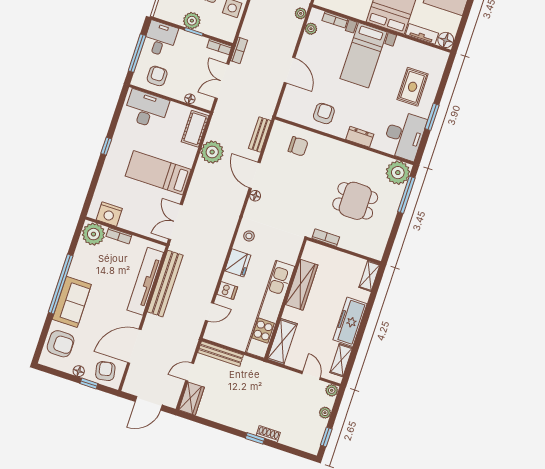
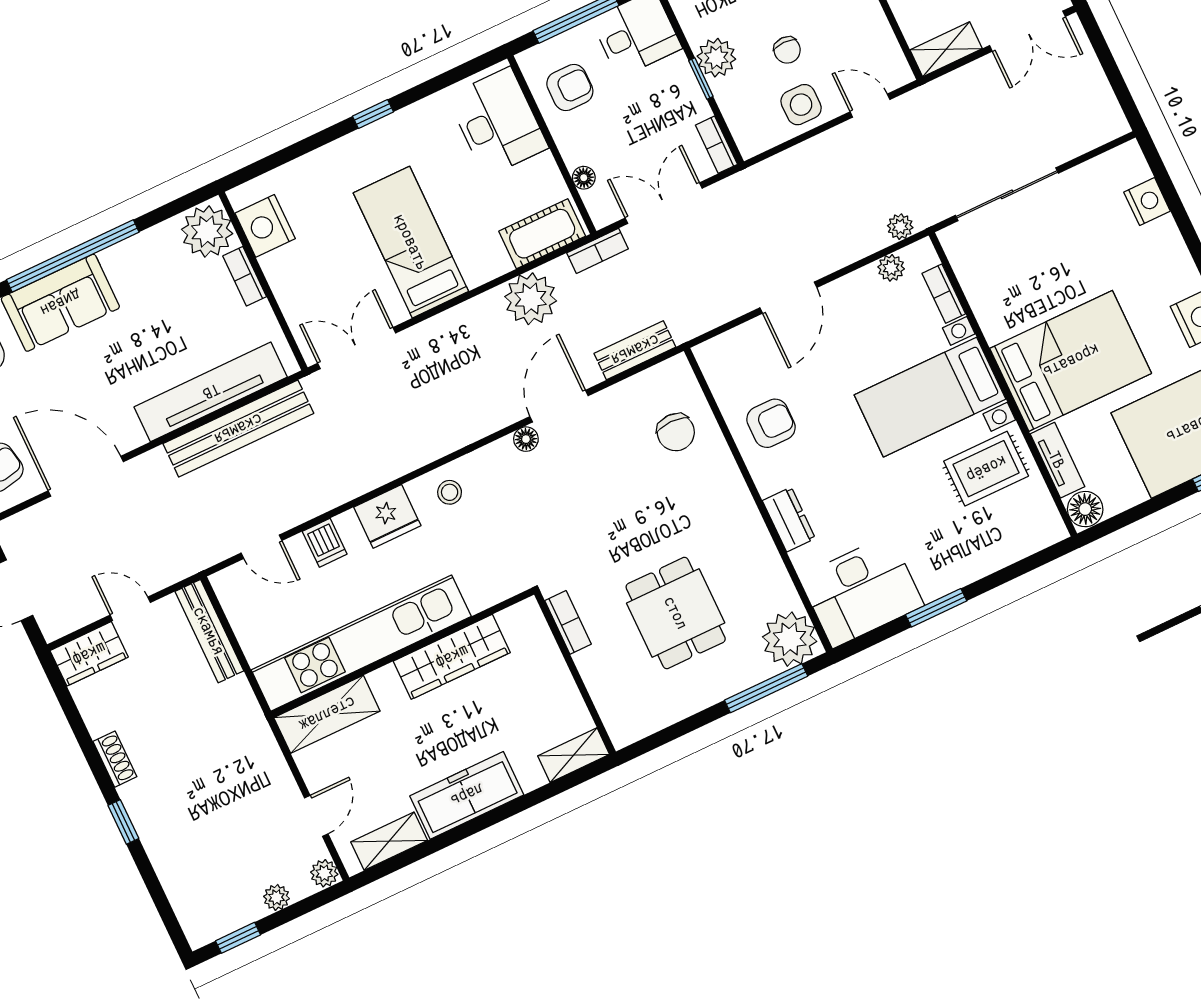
bookcase: (239, 50) -> (598, 251), moved
rug: (413, 87) -> (986, 469), moved
shoe rack: (268, 434) -> (115, 759), moved

